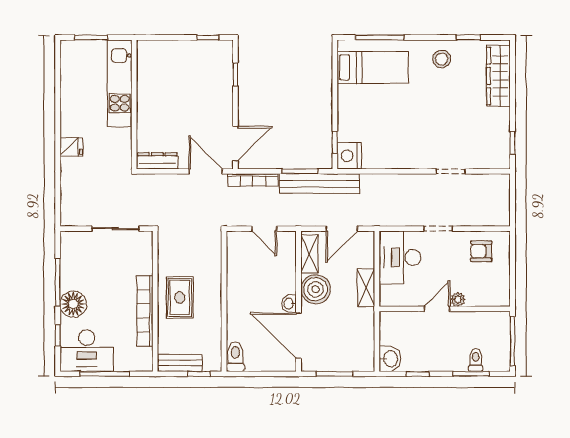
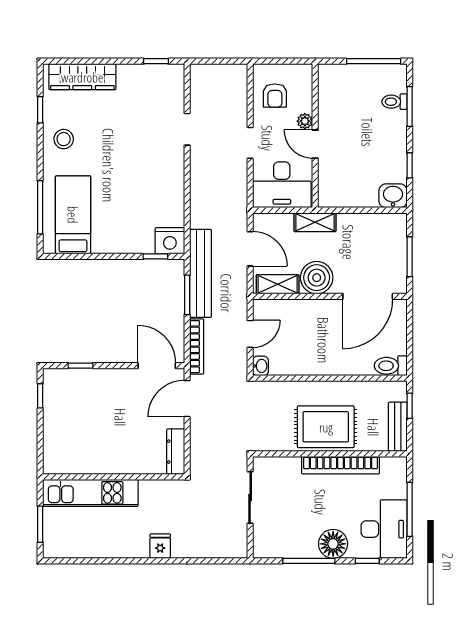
rug: (180, 297) -> (326, 427), width x1.36, depth x1.43
plant: (458, 299) -> (305, 121), moved
washbasin: (289, 304) -> (260, 366), moved, turned -90
door: (437, 309) -> (315, 144), moved
wall: (445, 309) -> (315, 136), moved

